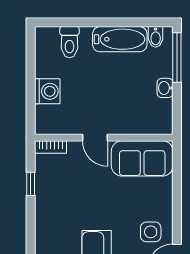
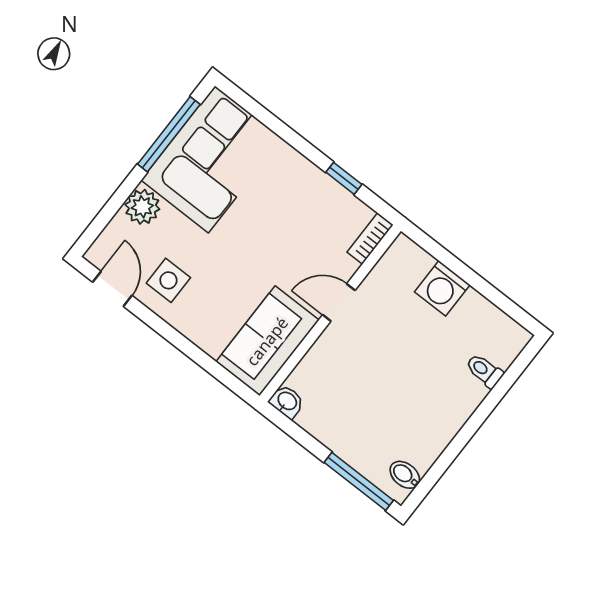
bathtub: (120, 39) -> (437, 428), removed
toilet: (69, 42) -> (484, 371), width x0.73, depth x0.72
washbasin: (165, 88) -> (287, 401), moved

